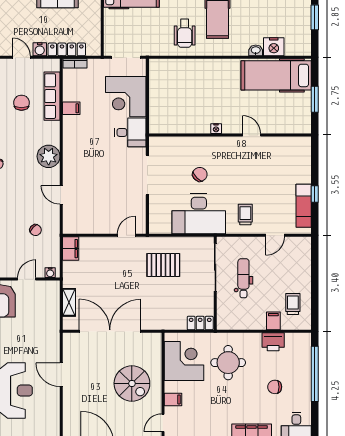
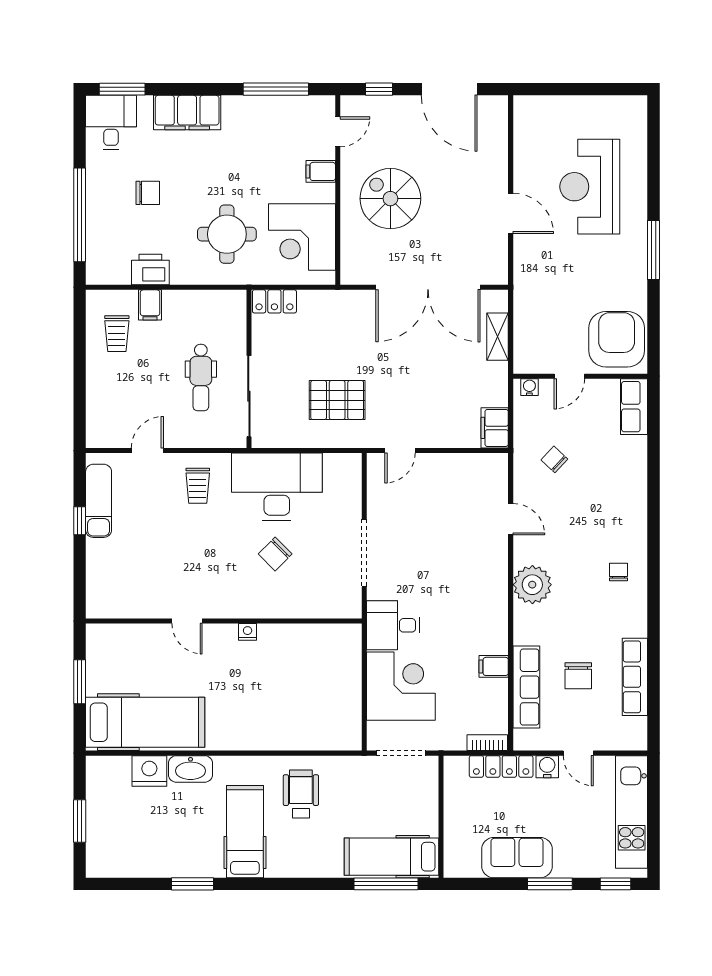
washbasin: (256, 50) -> (191, 769), width x1.91, depth x1.45

